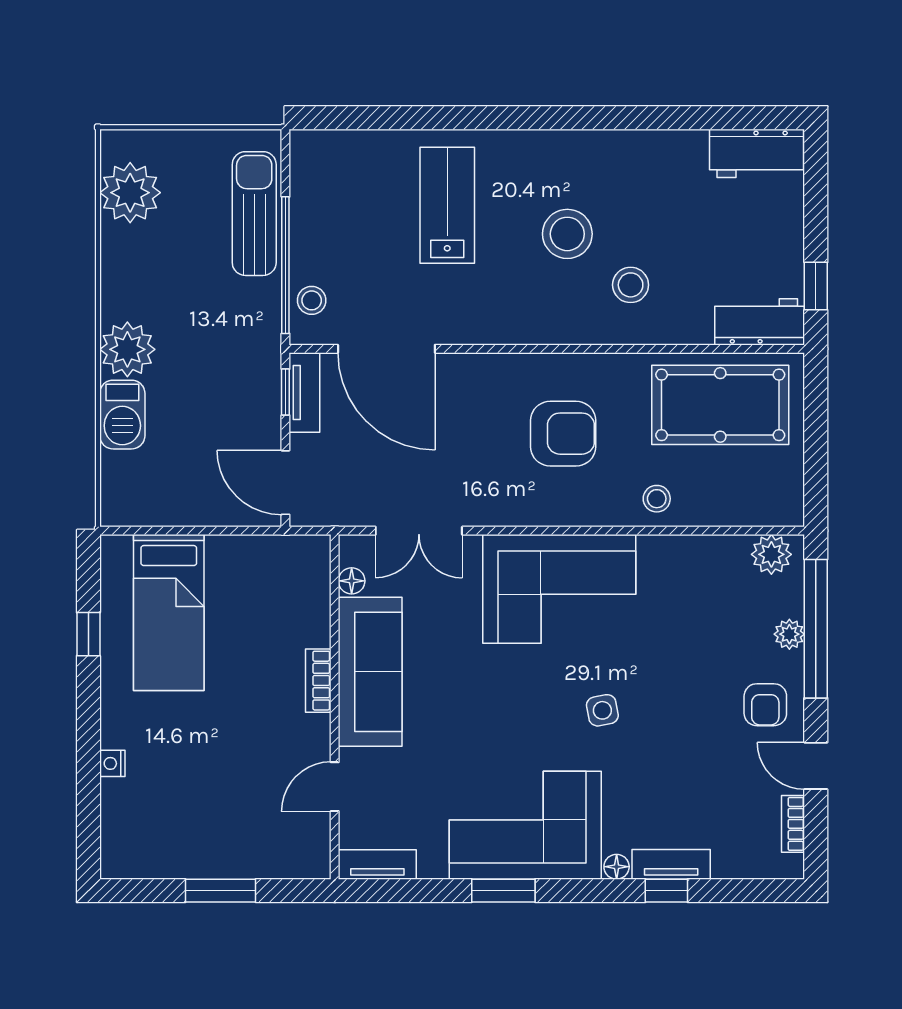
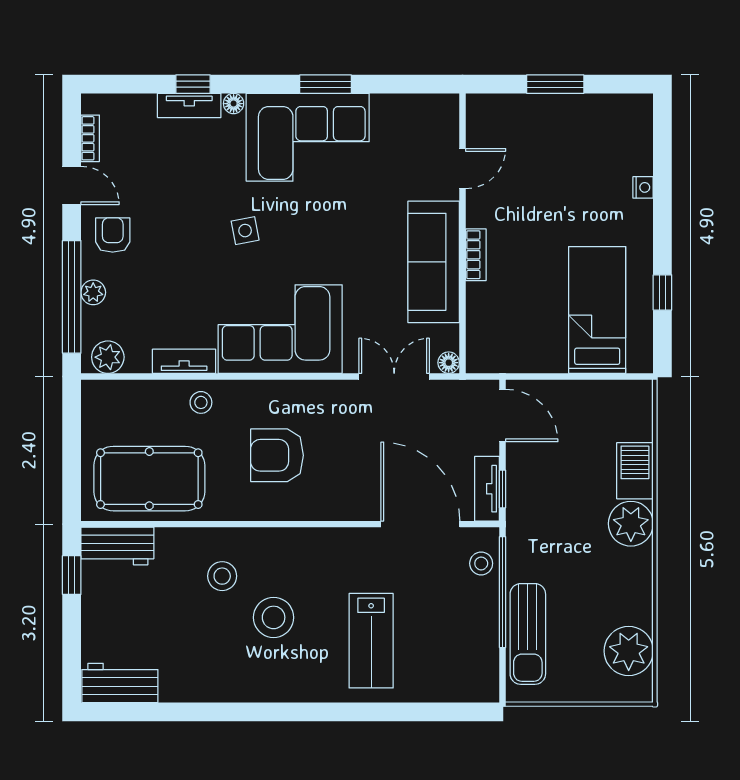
floor lamp: (352, 581) -> (449, 363), moved
tv unit: (377, 864) -> (184, 361), moved, turned 180

